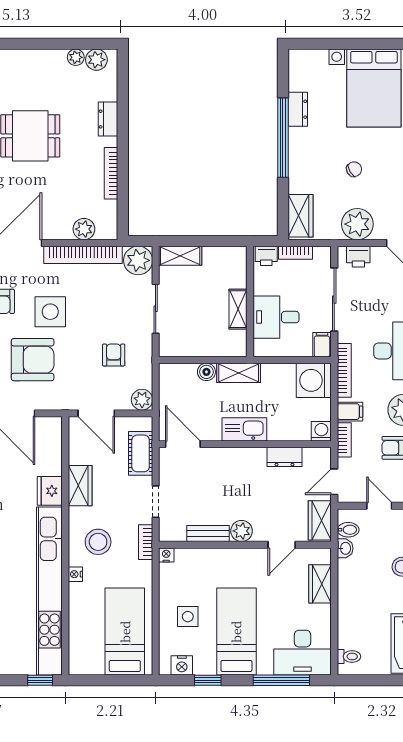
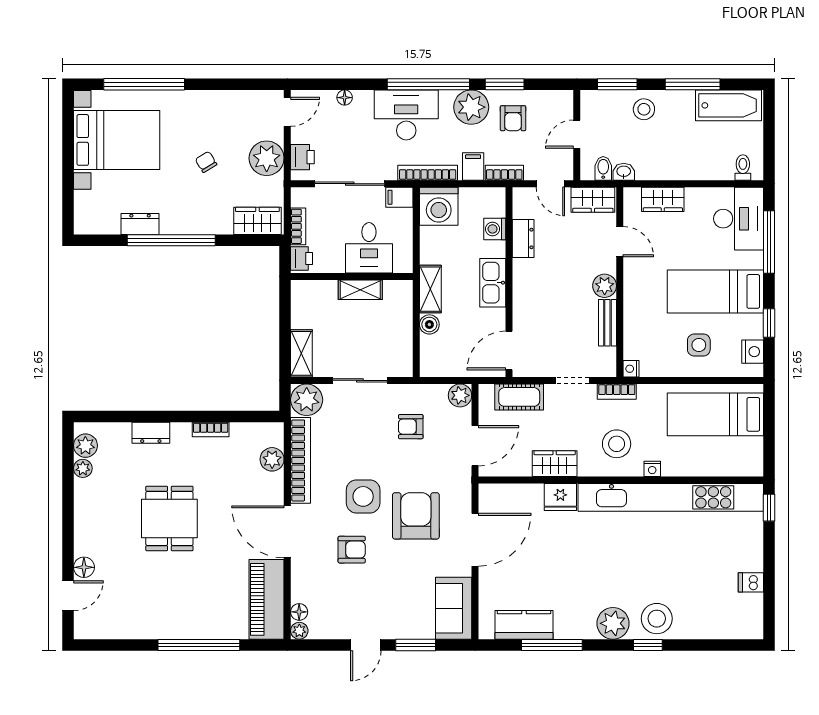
bookcase: (111, 173) -> (211, 430), width x0.64
washing machine: (321, 431) -> (495, 229), moved

